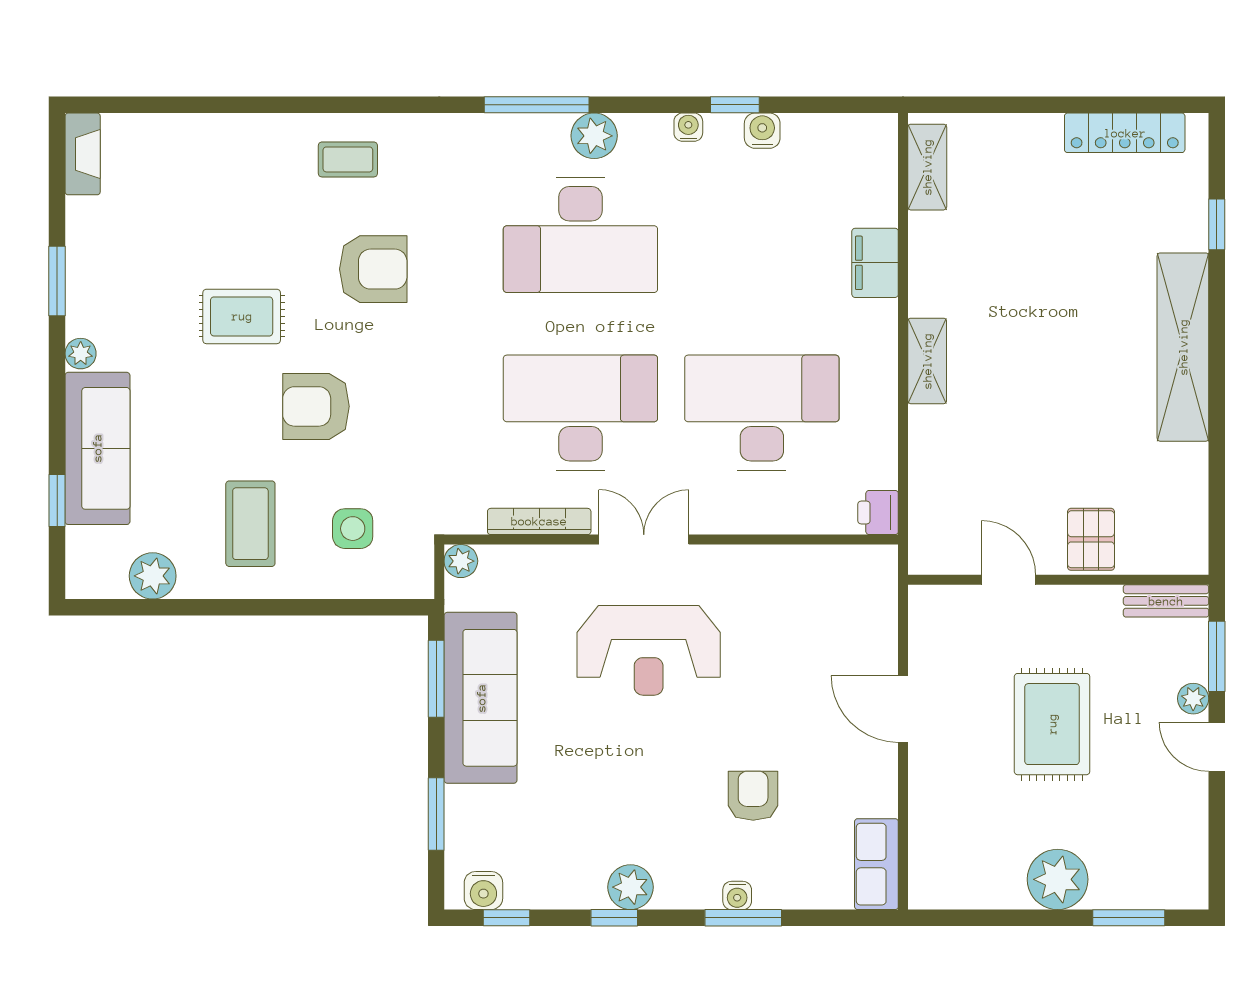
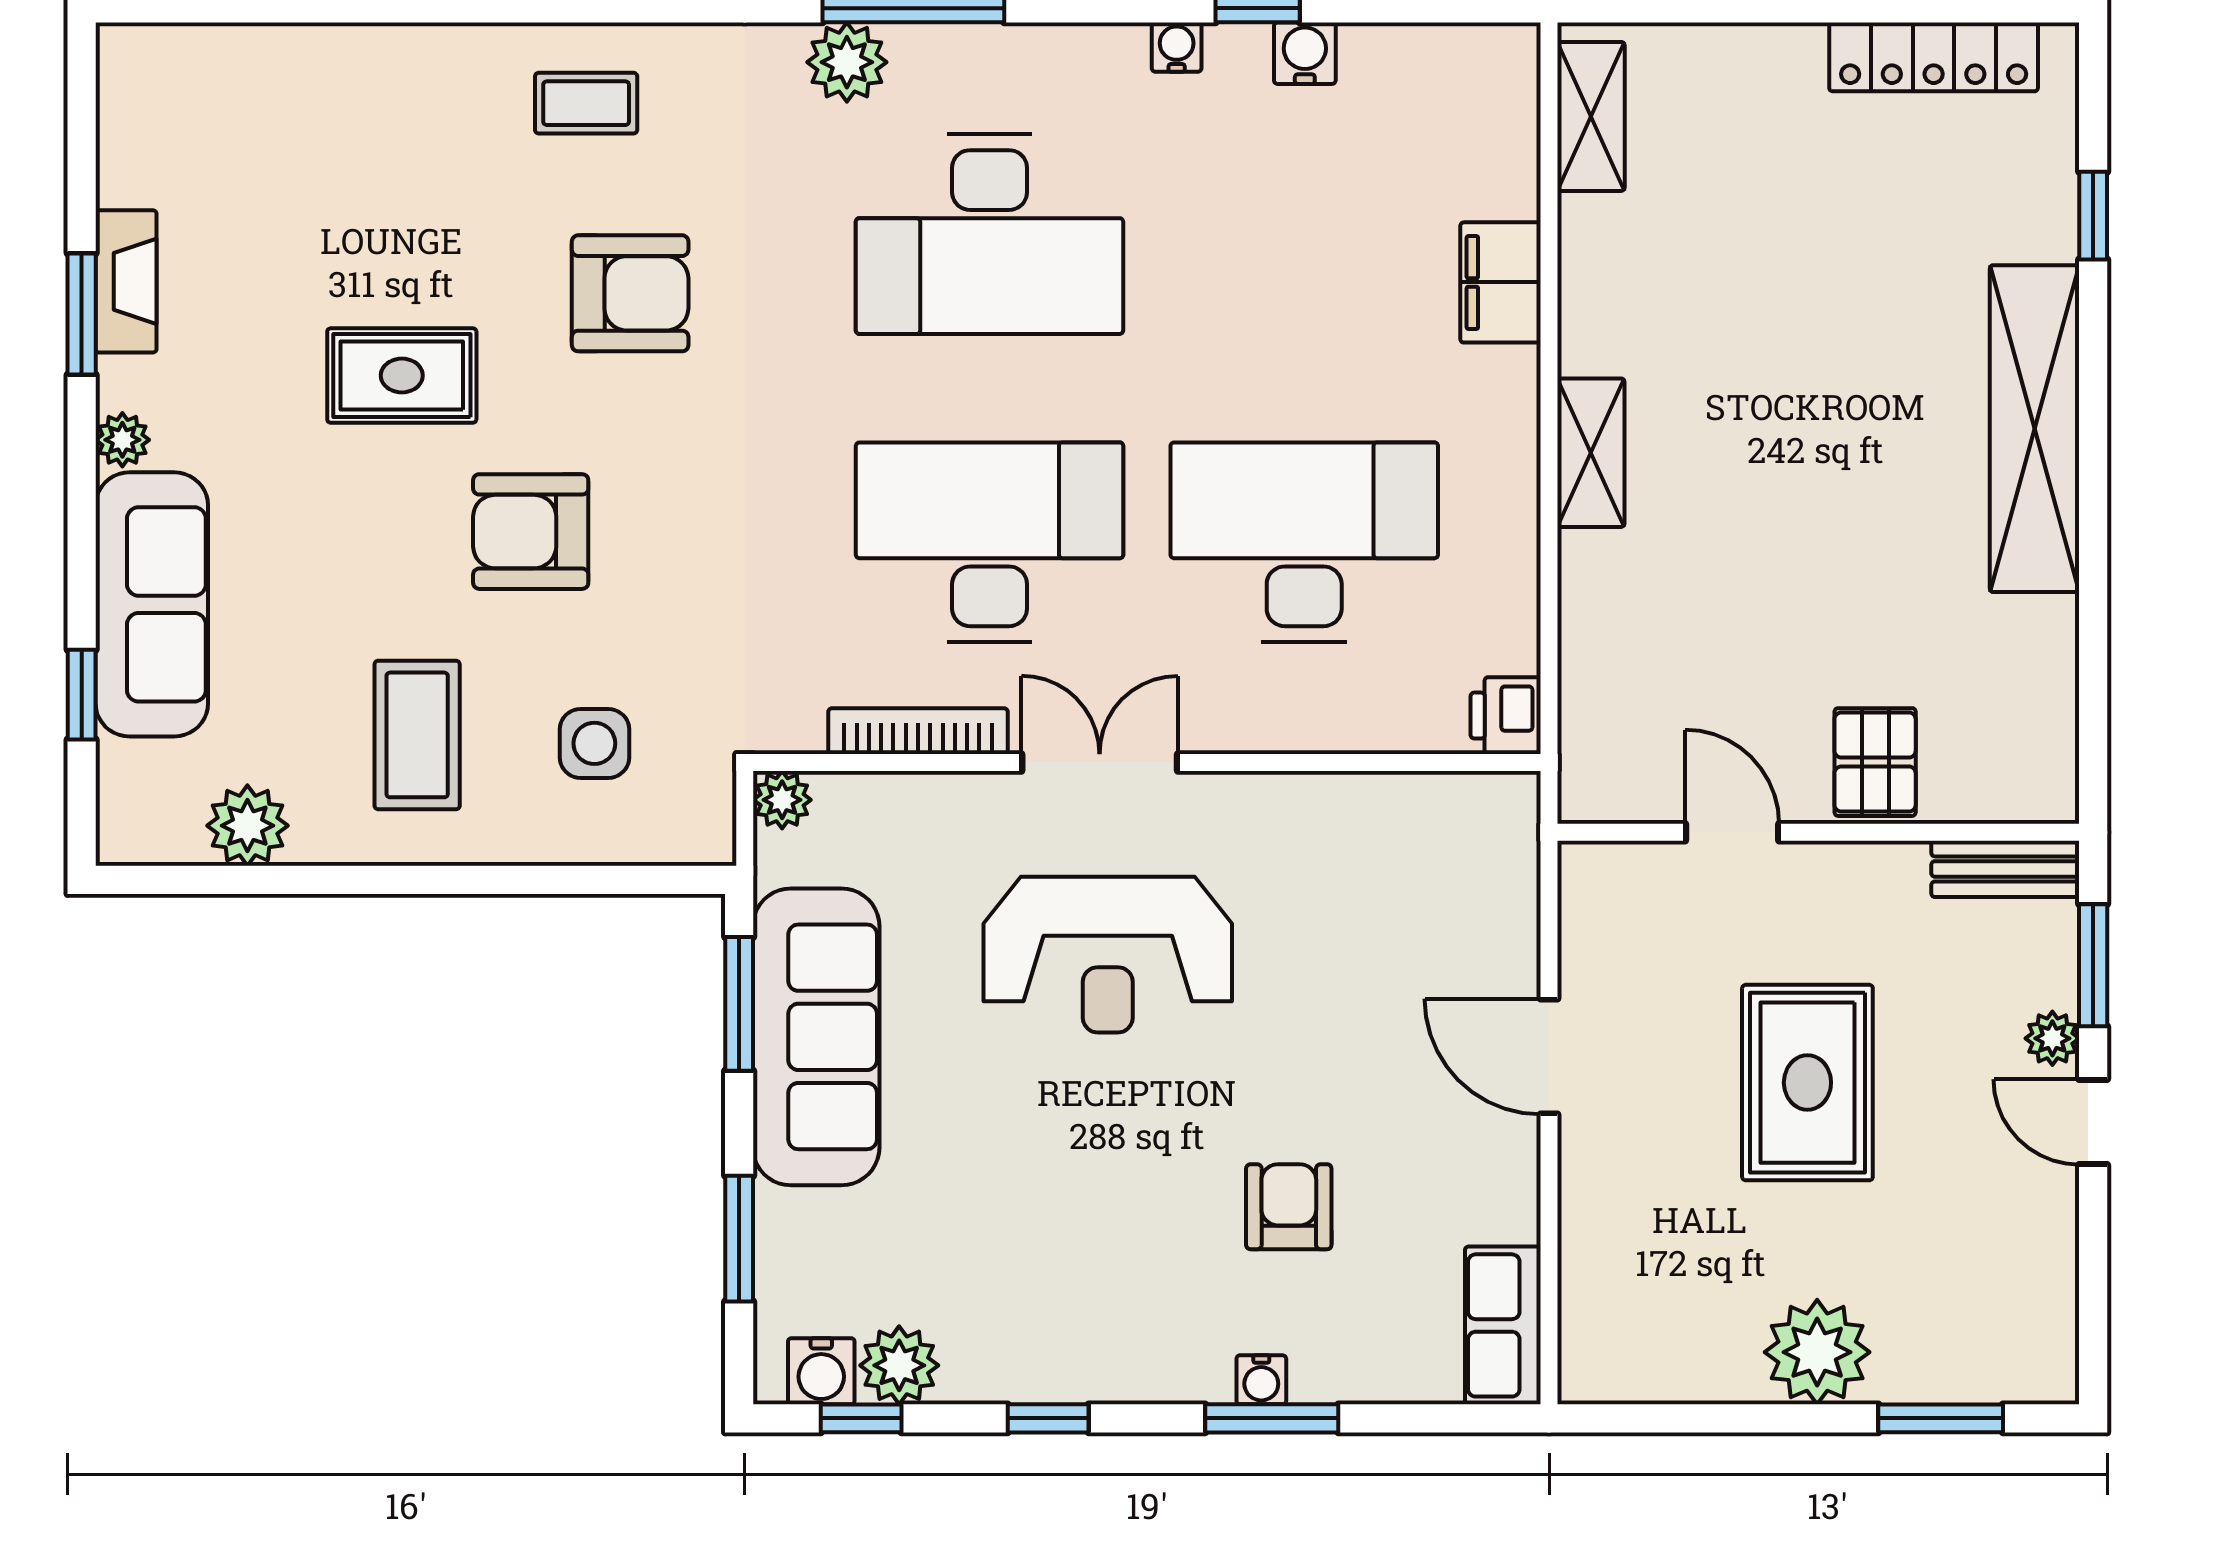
plant: (594, 136) -> (847, 62), moved
fireplace: (83, 154) -> (126, 281), moved
plant: (630, 887) -> (899, 1365), moved

